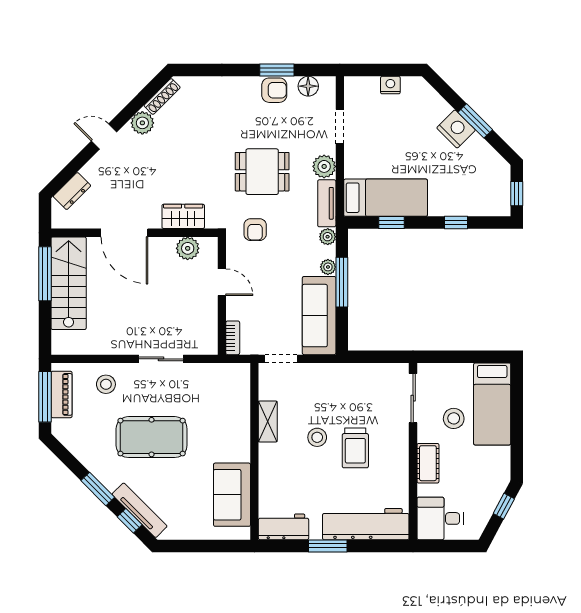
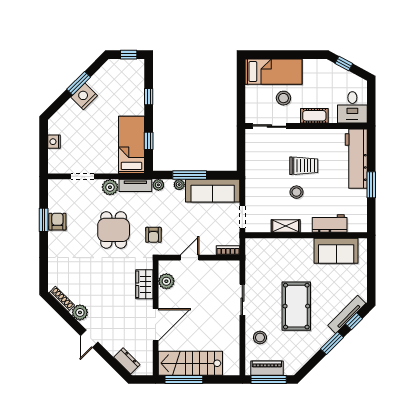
floor lamp: (308, 86) -> (55, 198), removed
armchair: (255, 230) -> (153, 235), turned 90
workbench: (284, 527) -> (330, 224), moved, turned 90

